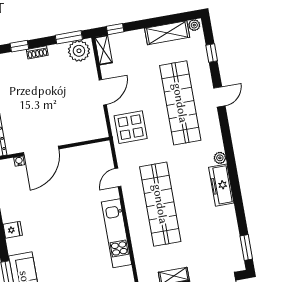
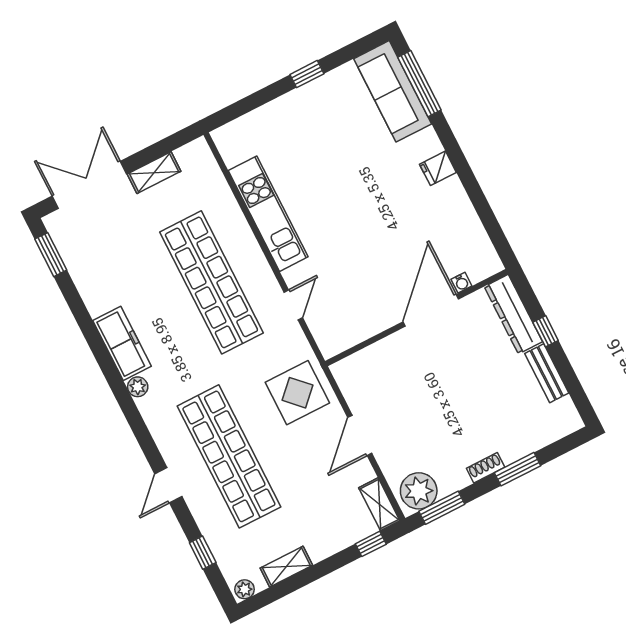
shelving: (167, 33) -> (286, 567), width x0.67, depth x0.75
window: (19, 46) -> (517, 469), width x1.50

